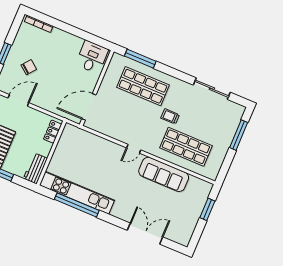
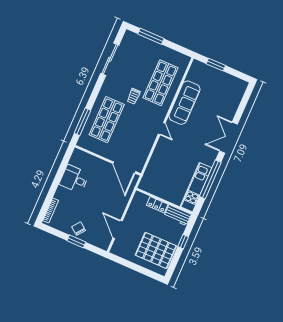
desk: (92, 57) -> (74, 179), moved
chair: (29, 67) -> (79, 229), moved
locker: (53, 132) -> (157, 205), moved
kitchen unit: (77, 193) -> (196, 187), width x0.73
double door: (145, 234) -> (229, 138), moved

